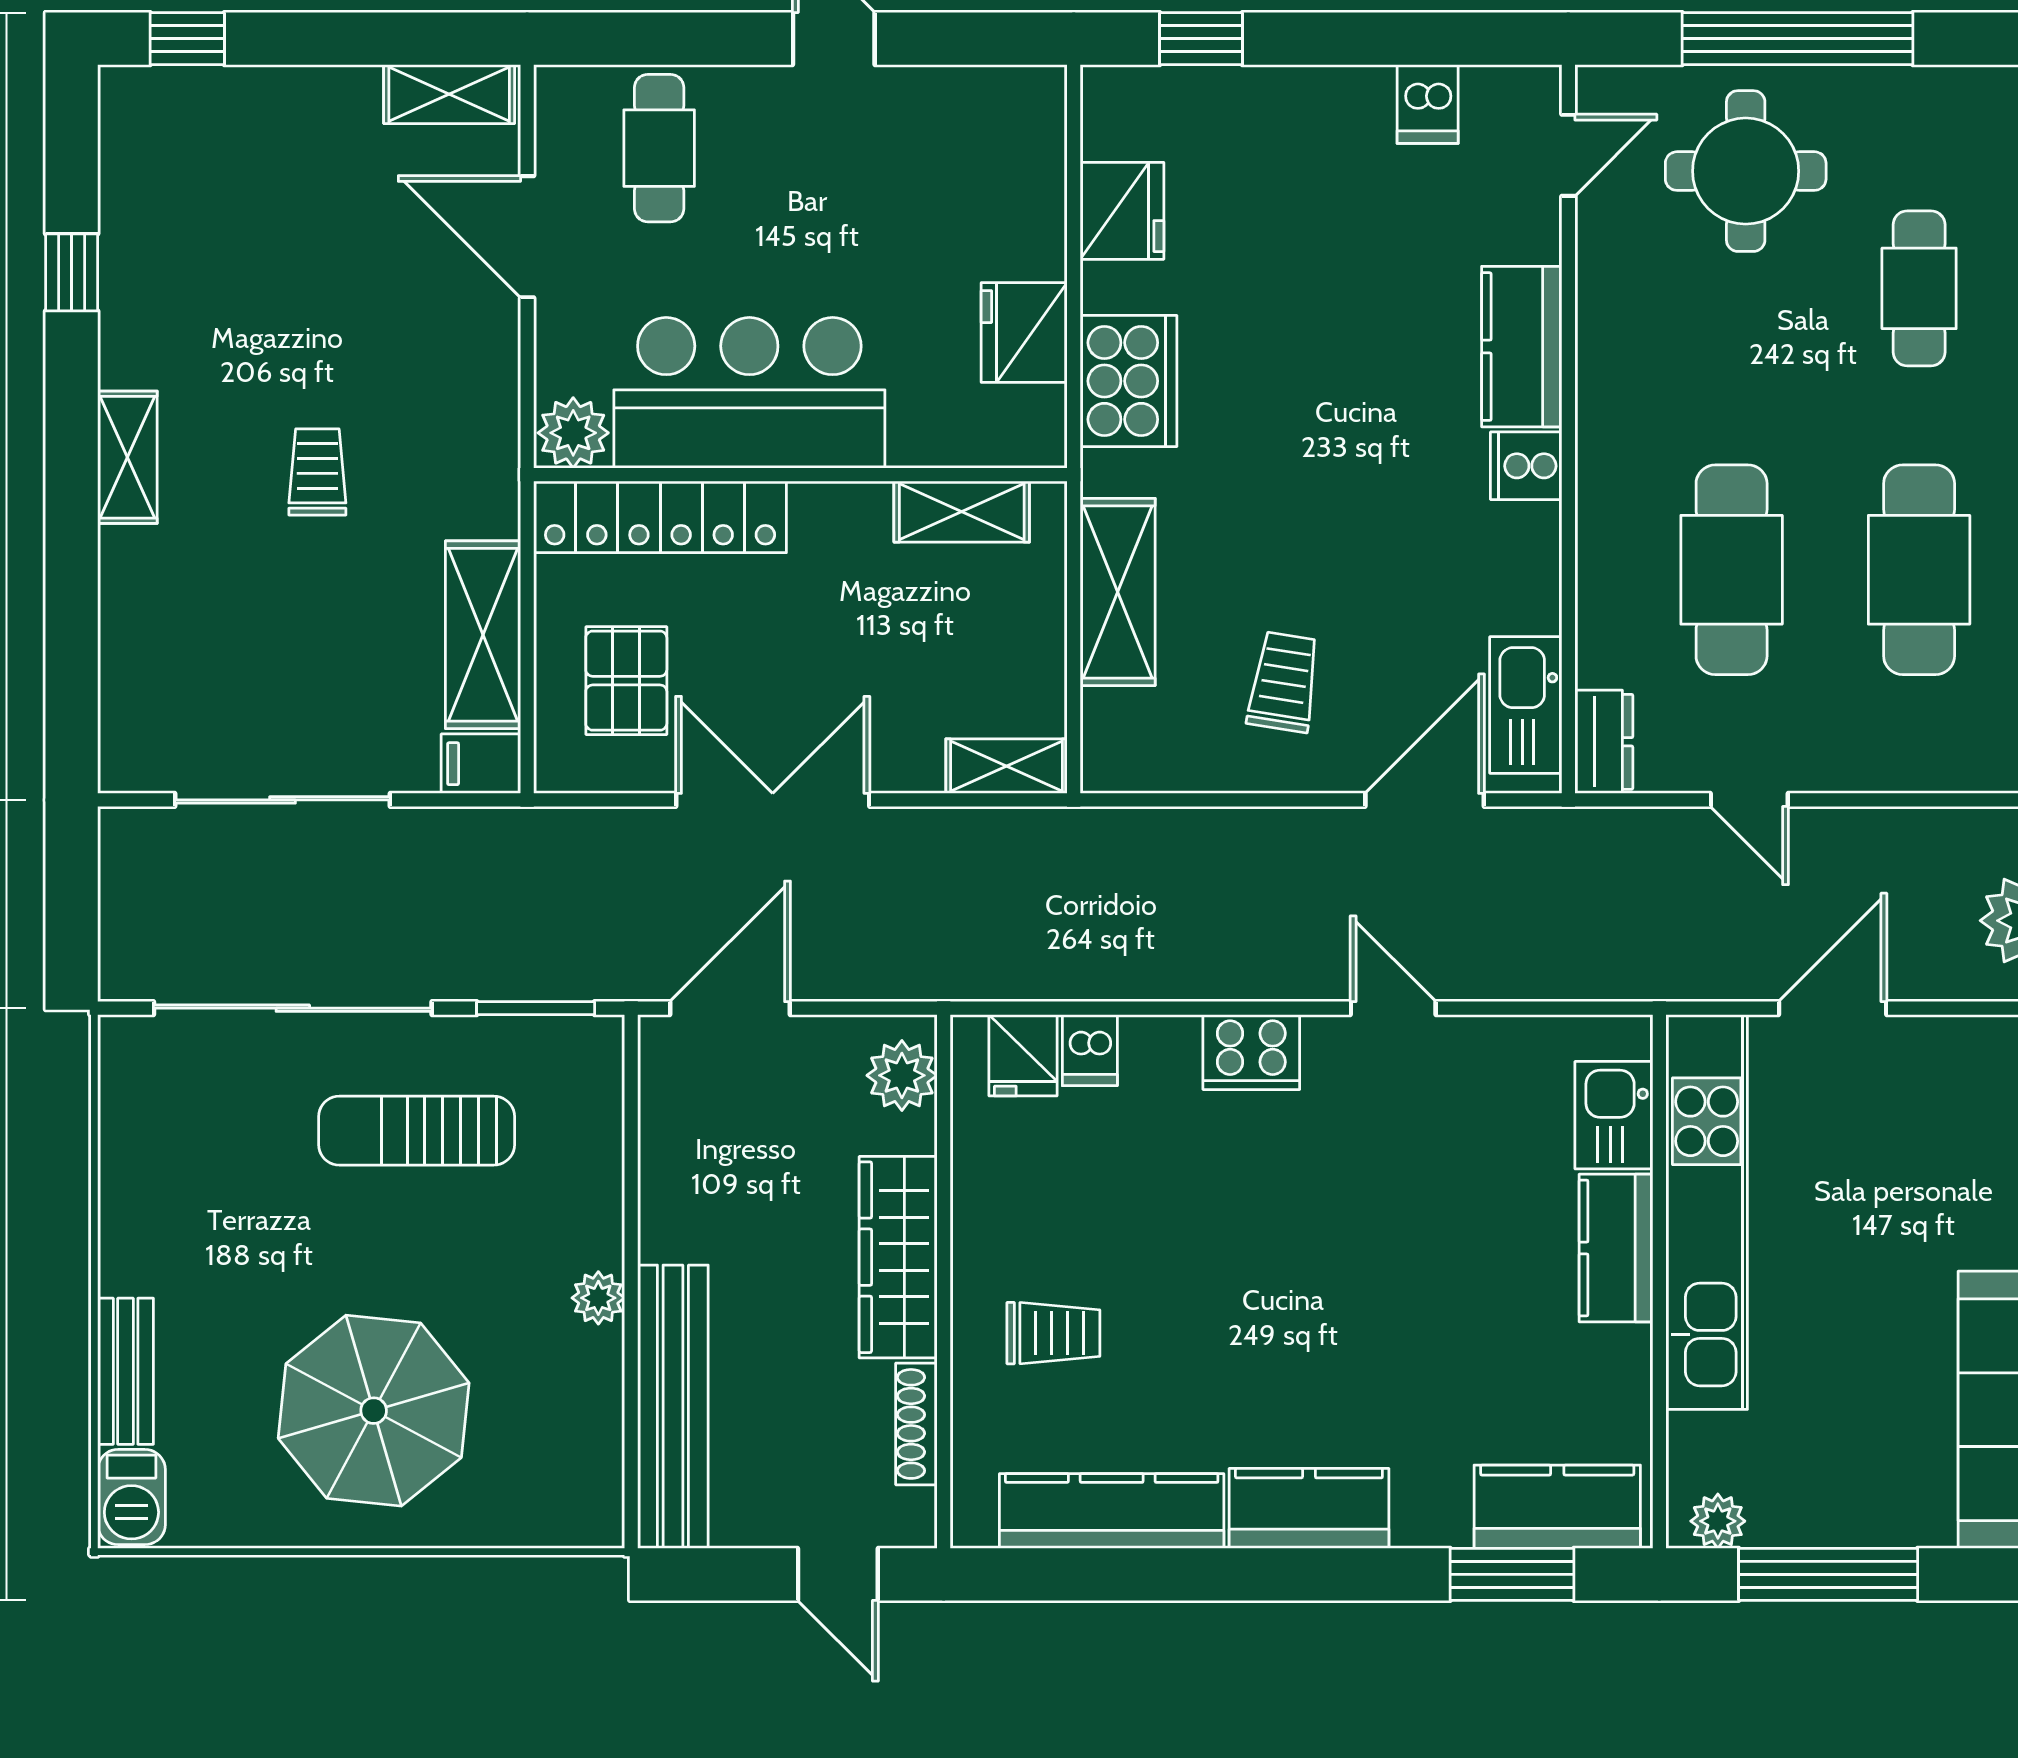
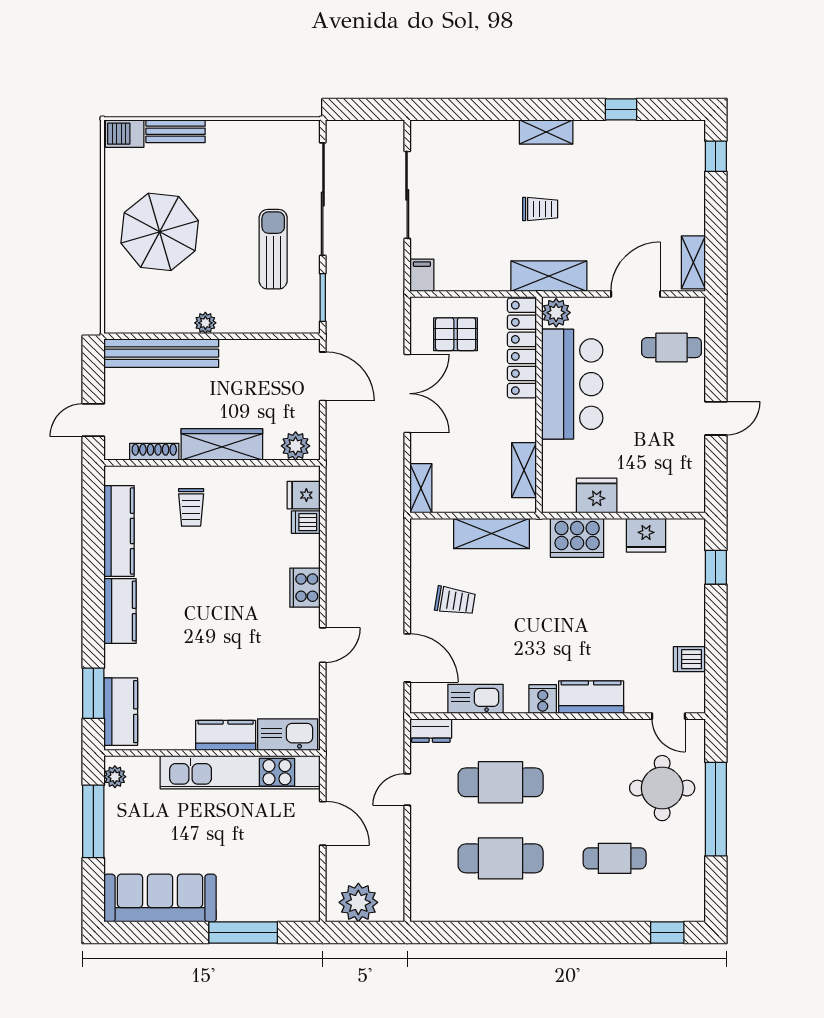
shelving: (483, 635) -> (549, 276), moved
kitchen sink: (1526, 705) -> (475, 699), moved
kitchen sink: (1614, 1115) -> (288, 735), width x1.38

